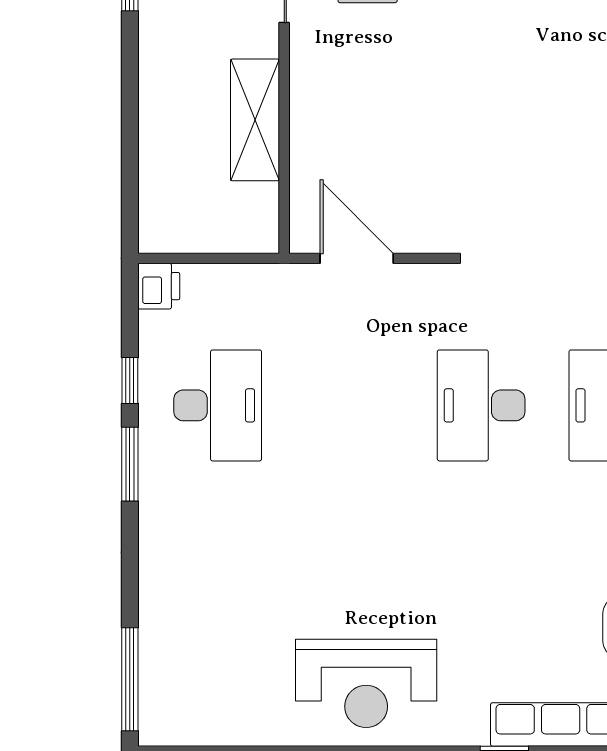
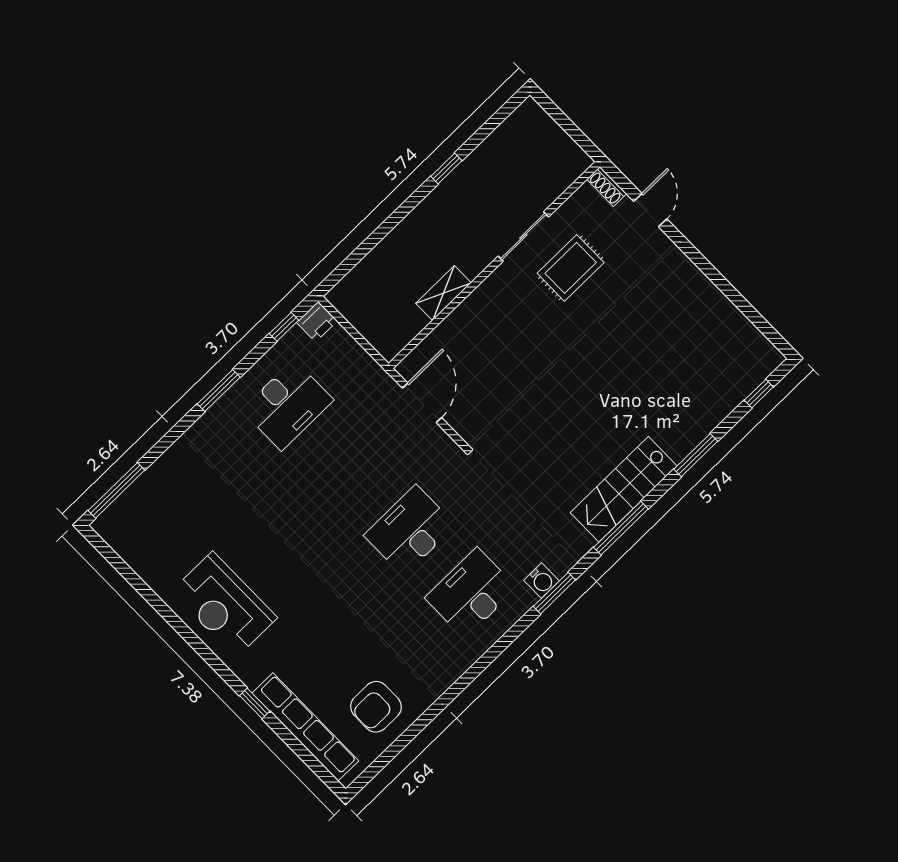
shelving: (255, 120) -> (443, 293), width x0.67, depth x0.75
window: (130, 380) -> (284, 327), moved

